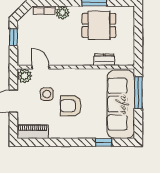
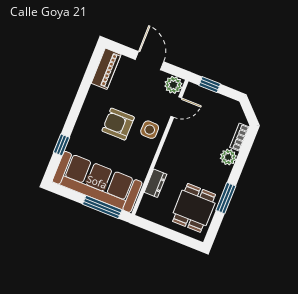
dining table: (99, 25) -> (194, 208), moved
window: (13, 37) -> (210, 85), moved
side table: (47, 94) -> (150, 130), moved
armchair: (71, 106) -> (118, 124), turned -90

